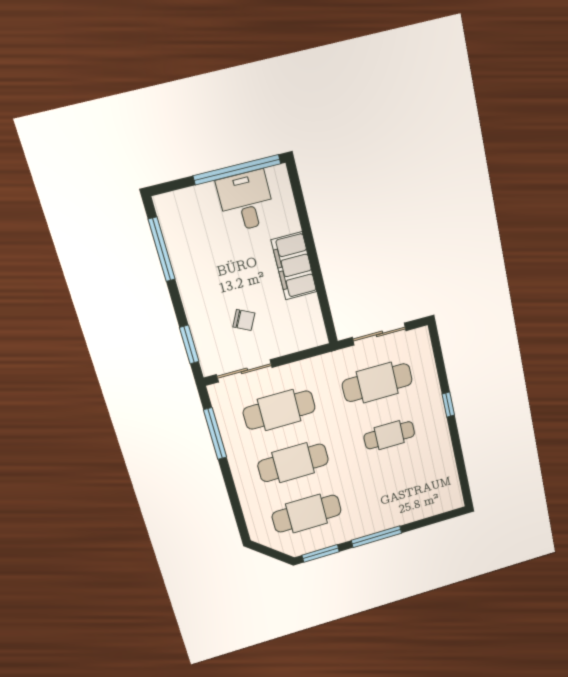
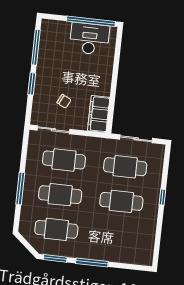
desk: (246, 201) -> (89, 39), width x1.37
filing cabinet: (294, 266) -> (99, 114), moved
window: (189, 344) -> (32, 84), moved
window: (215, 434) -> (20, 188), moved
cafe table: (389, 435) -> (121, 201), width x1.37, depth x1.35

